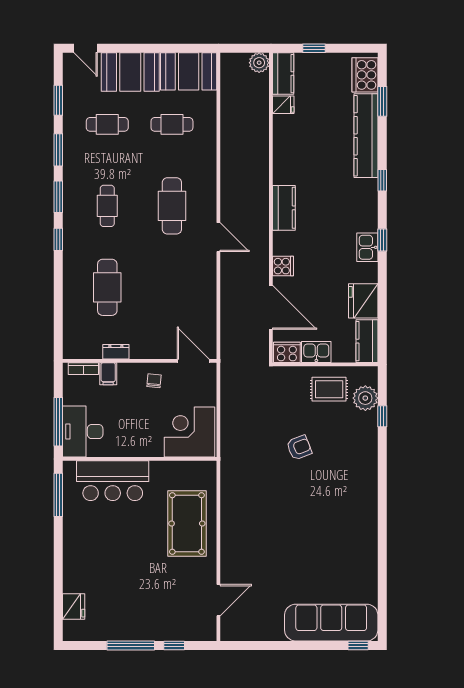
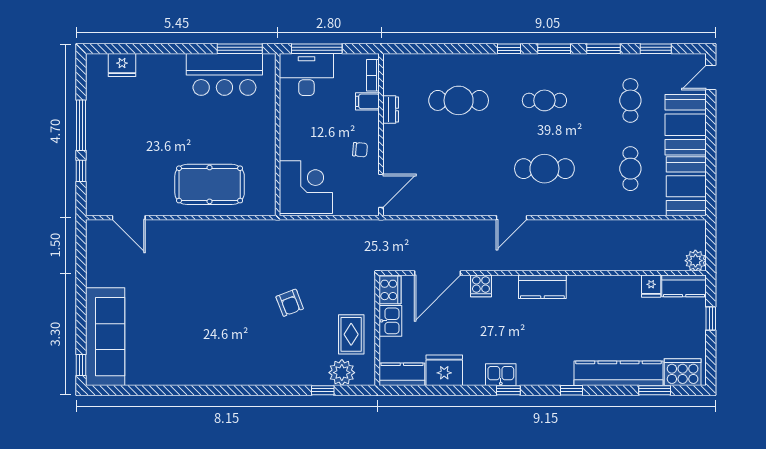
bar counter: (113, 481) -> (224, 74), moved, turned -90

